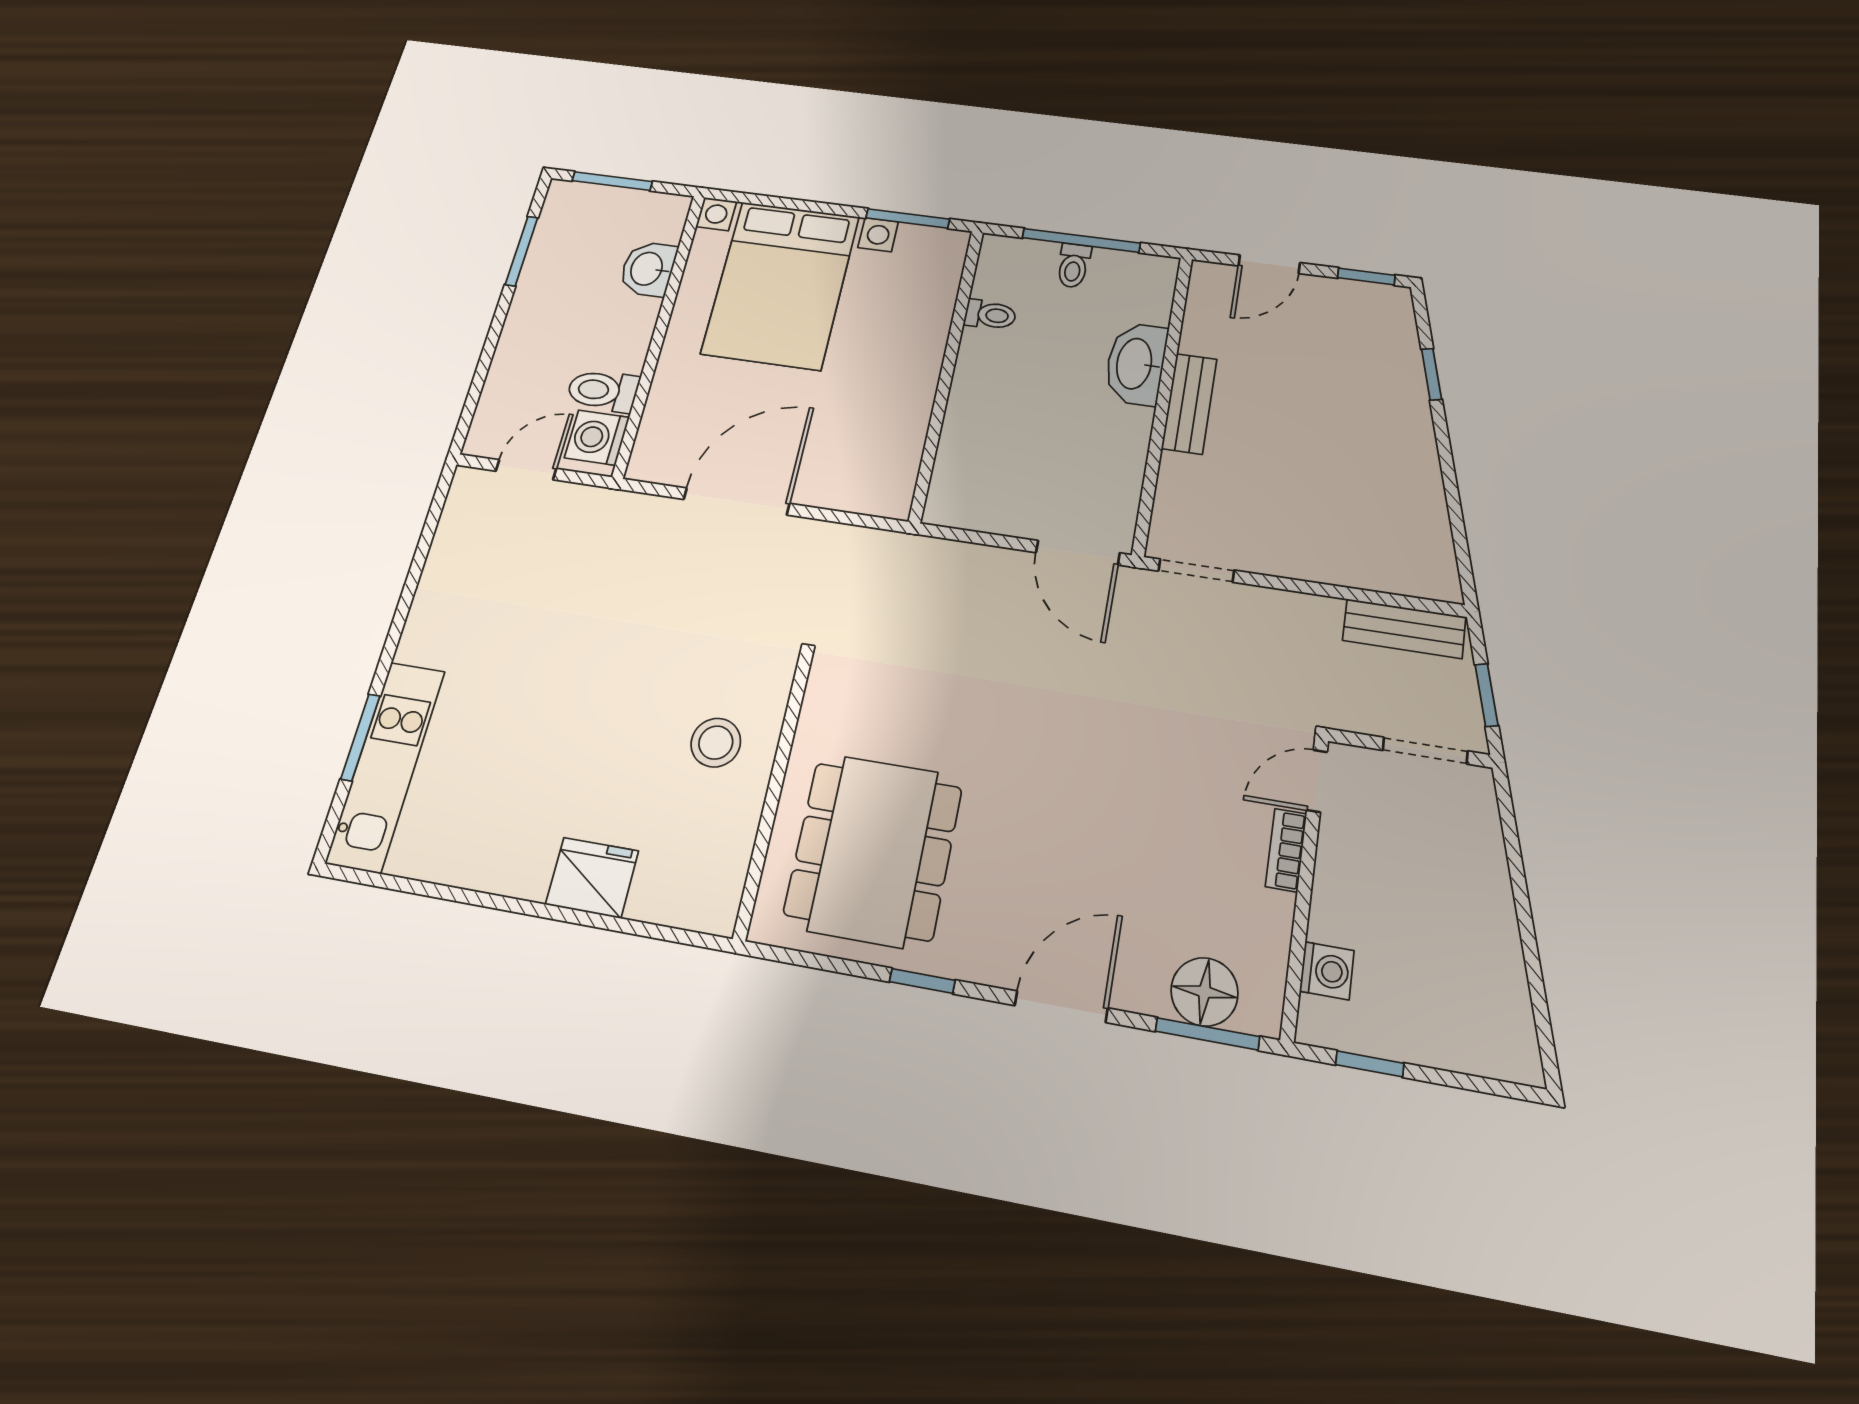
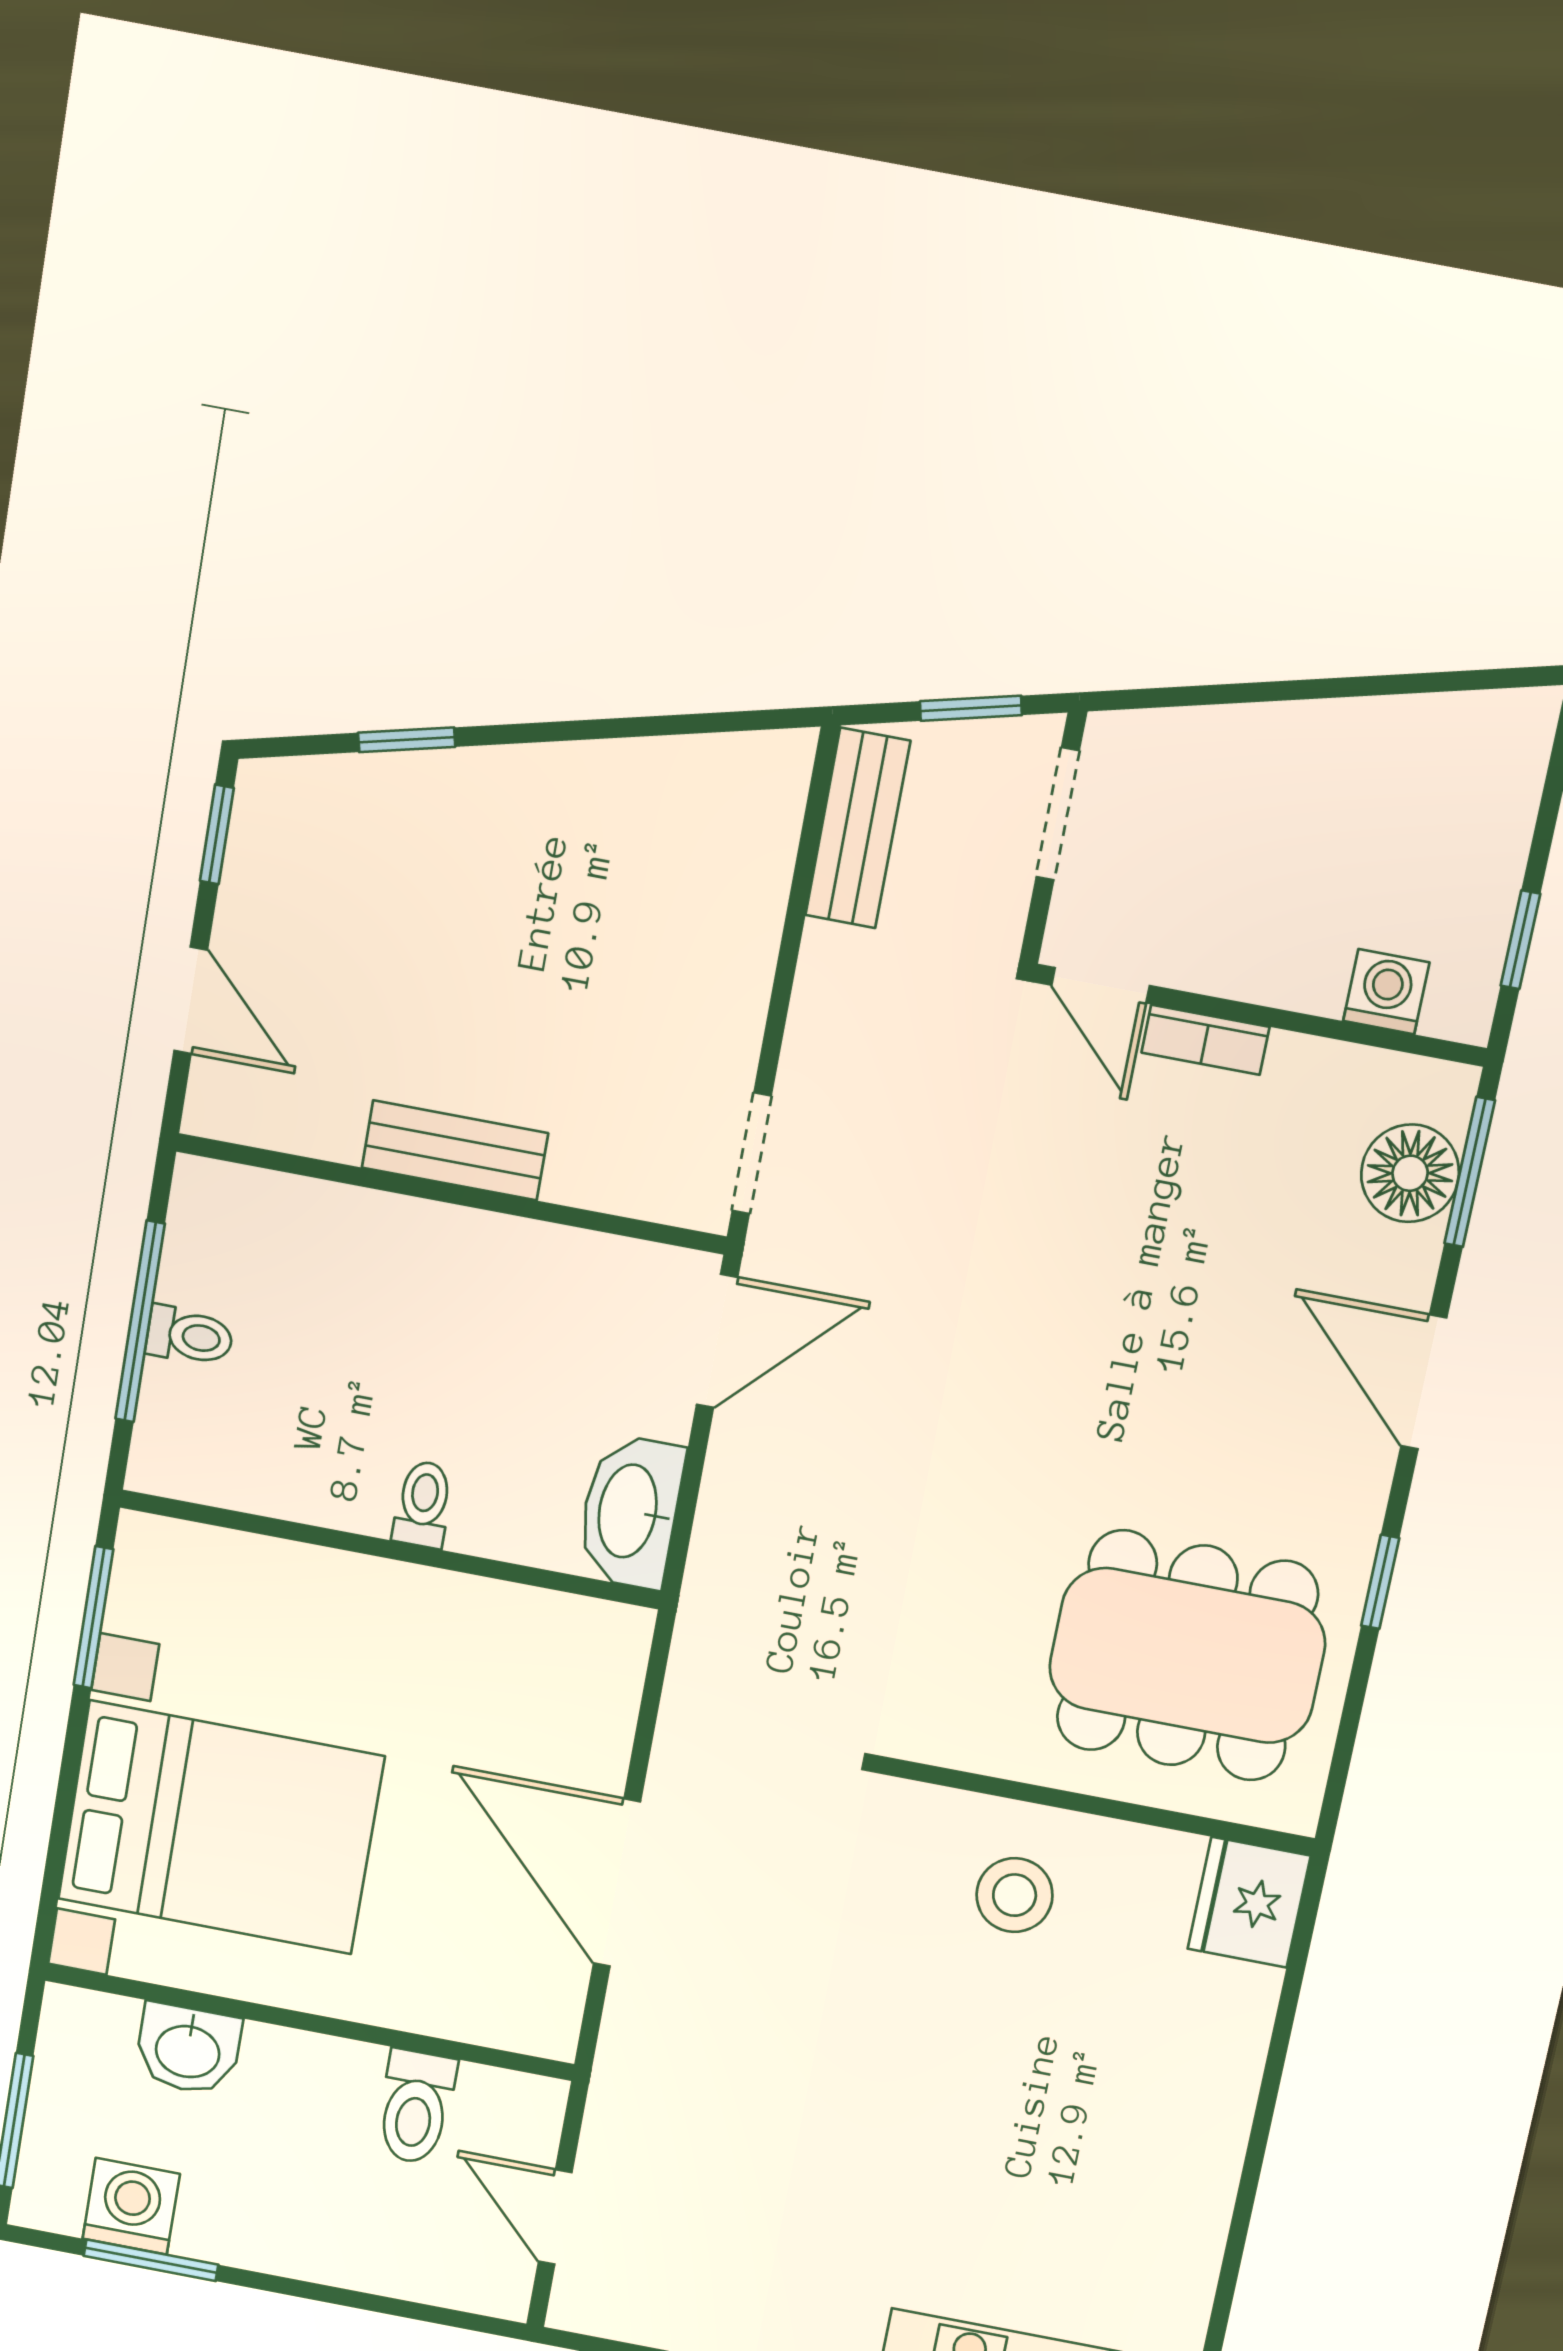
toilet: (990, 315) -> (423, 1504), moved
washbasin: (1136, 364) -> (630, 1512), moved, turned 90
washing machine: (597, 438) -> (131, 2206), moved, turned 180
fridge: (592, 878) -> (1249, 1902), moved

